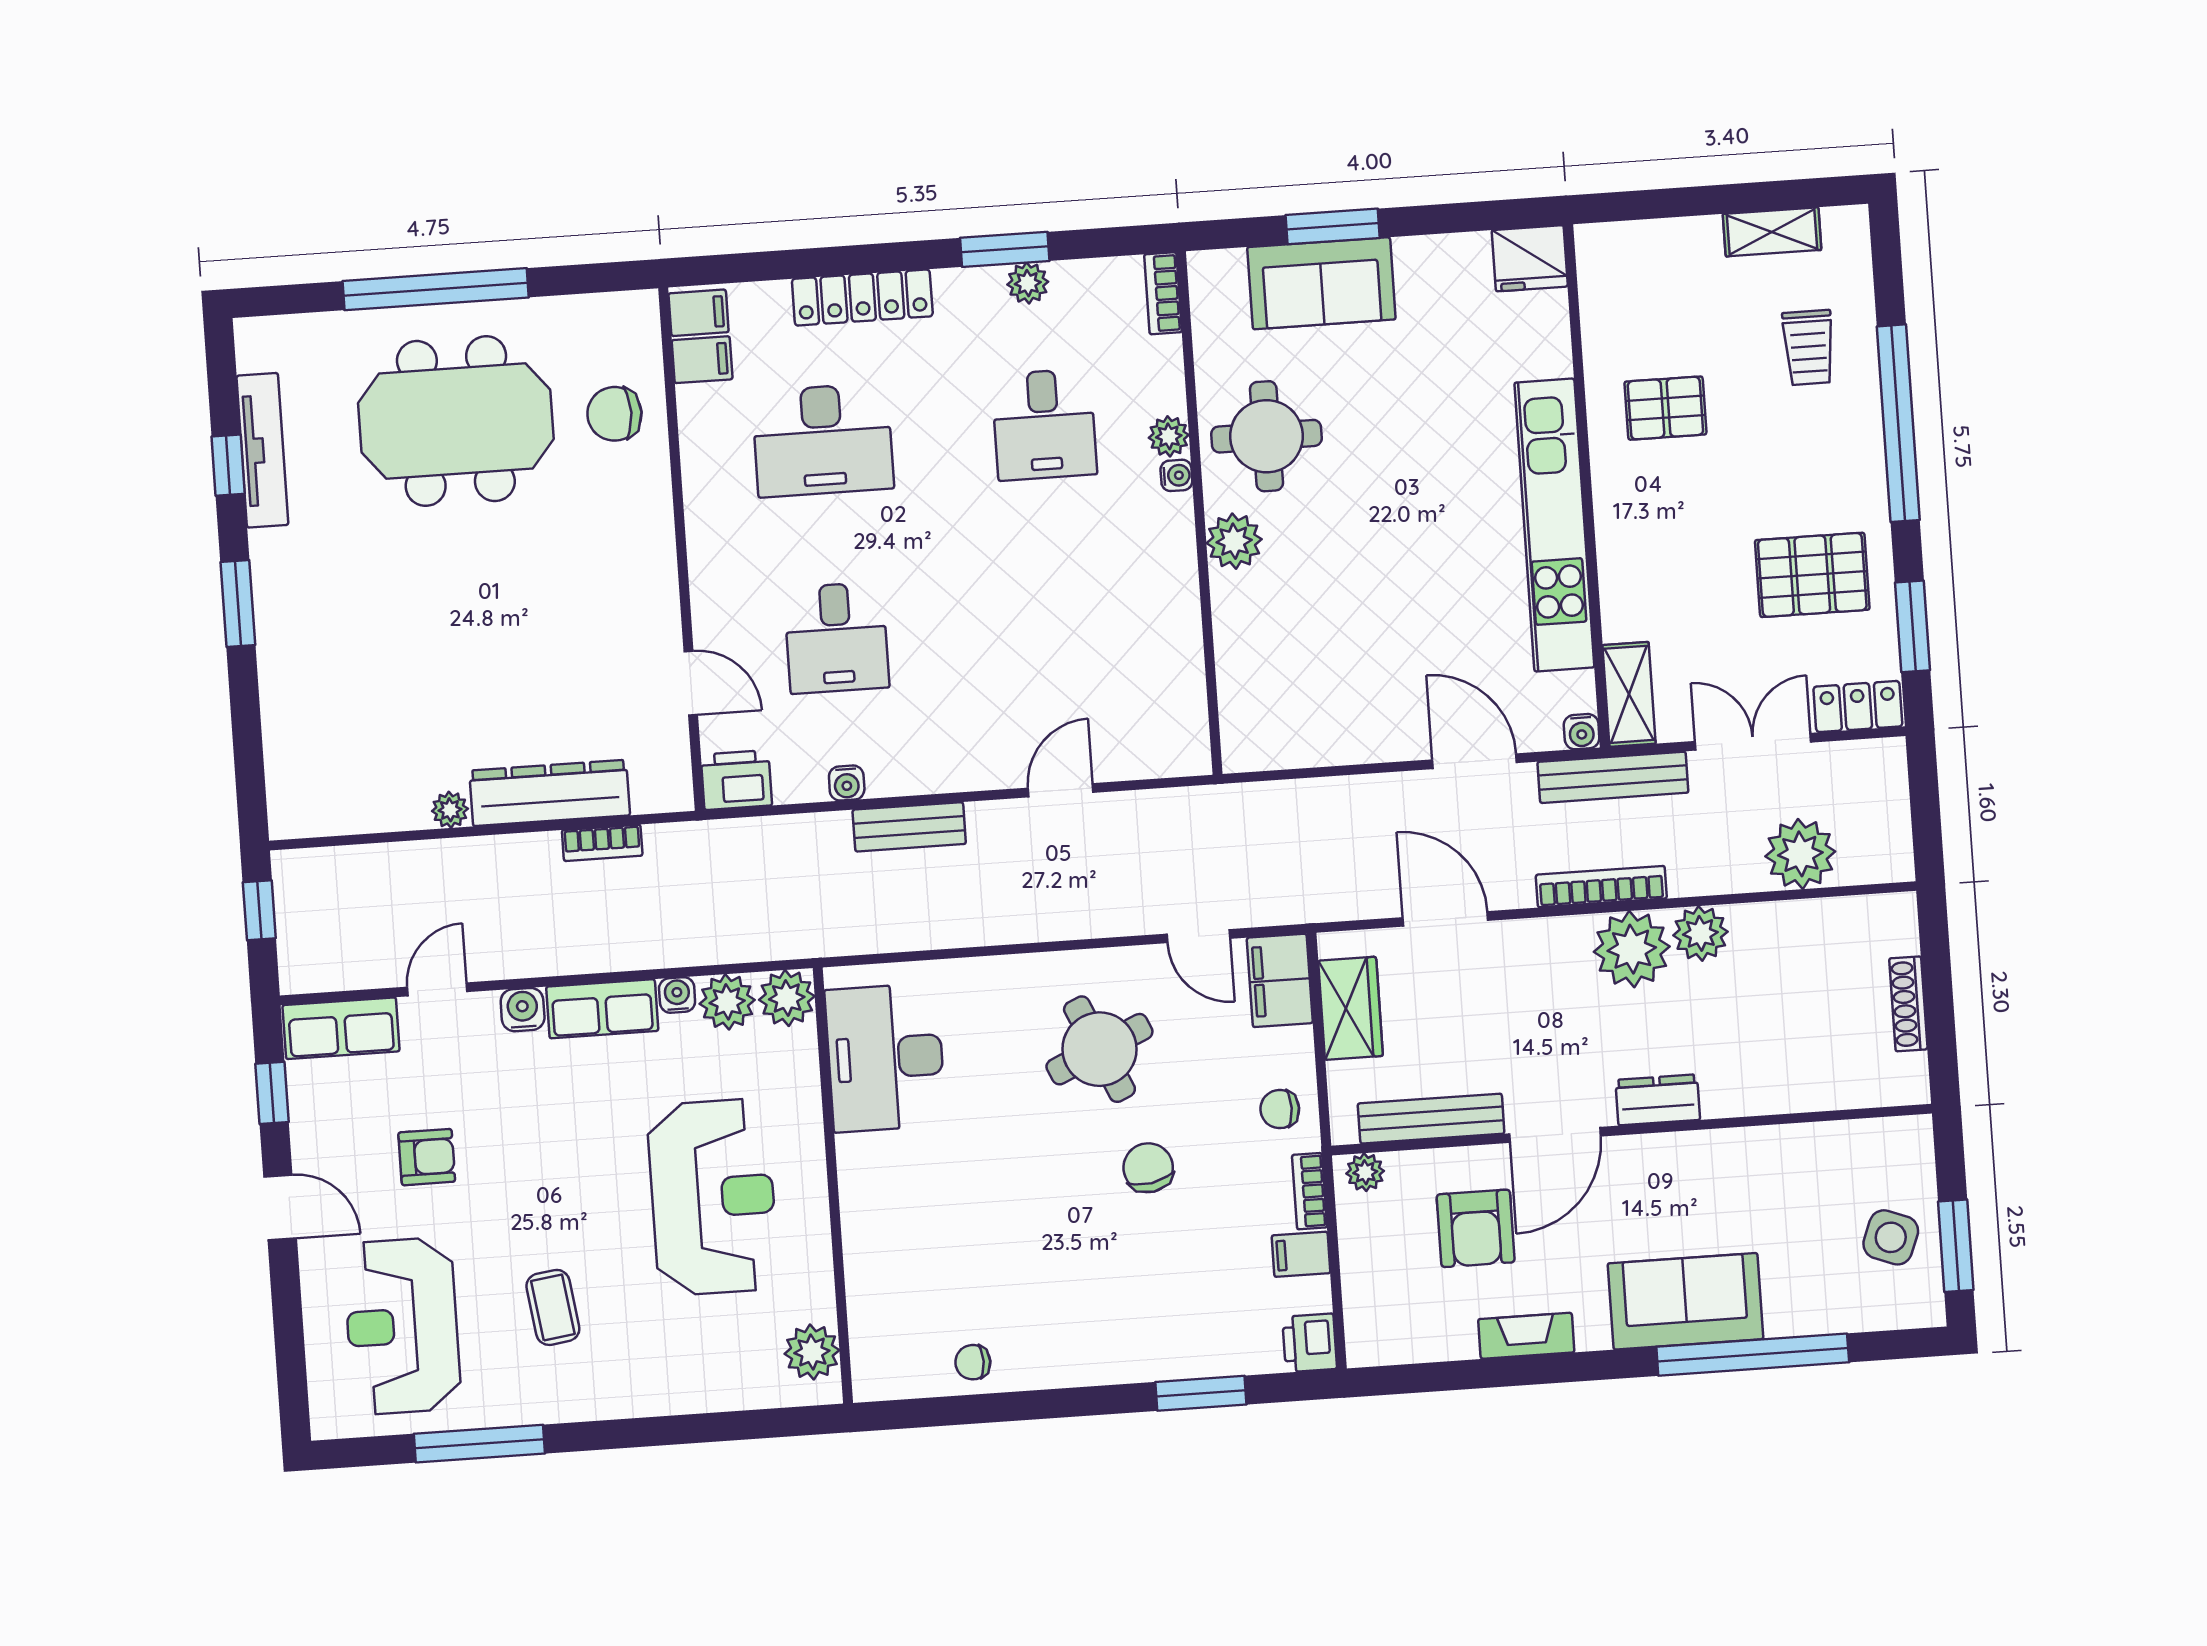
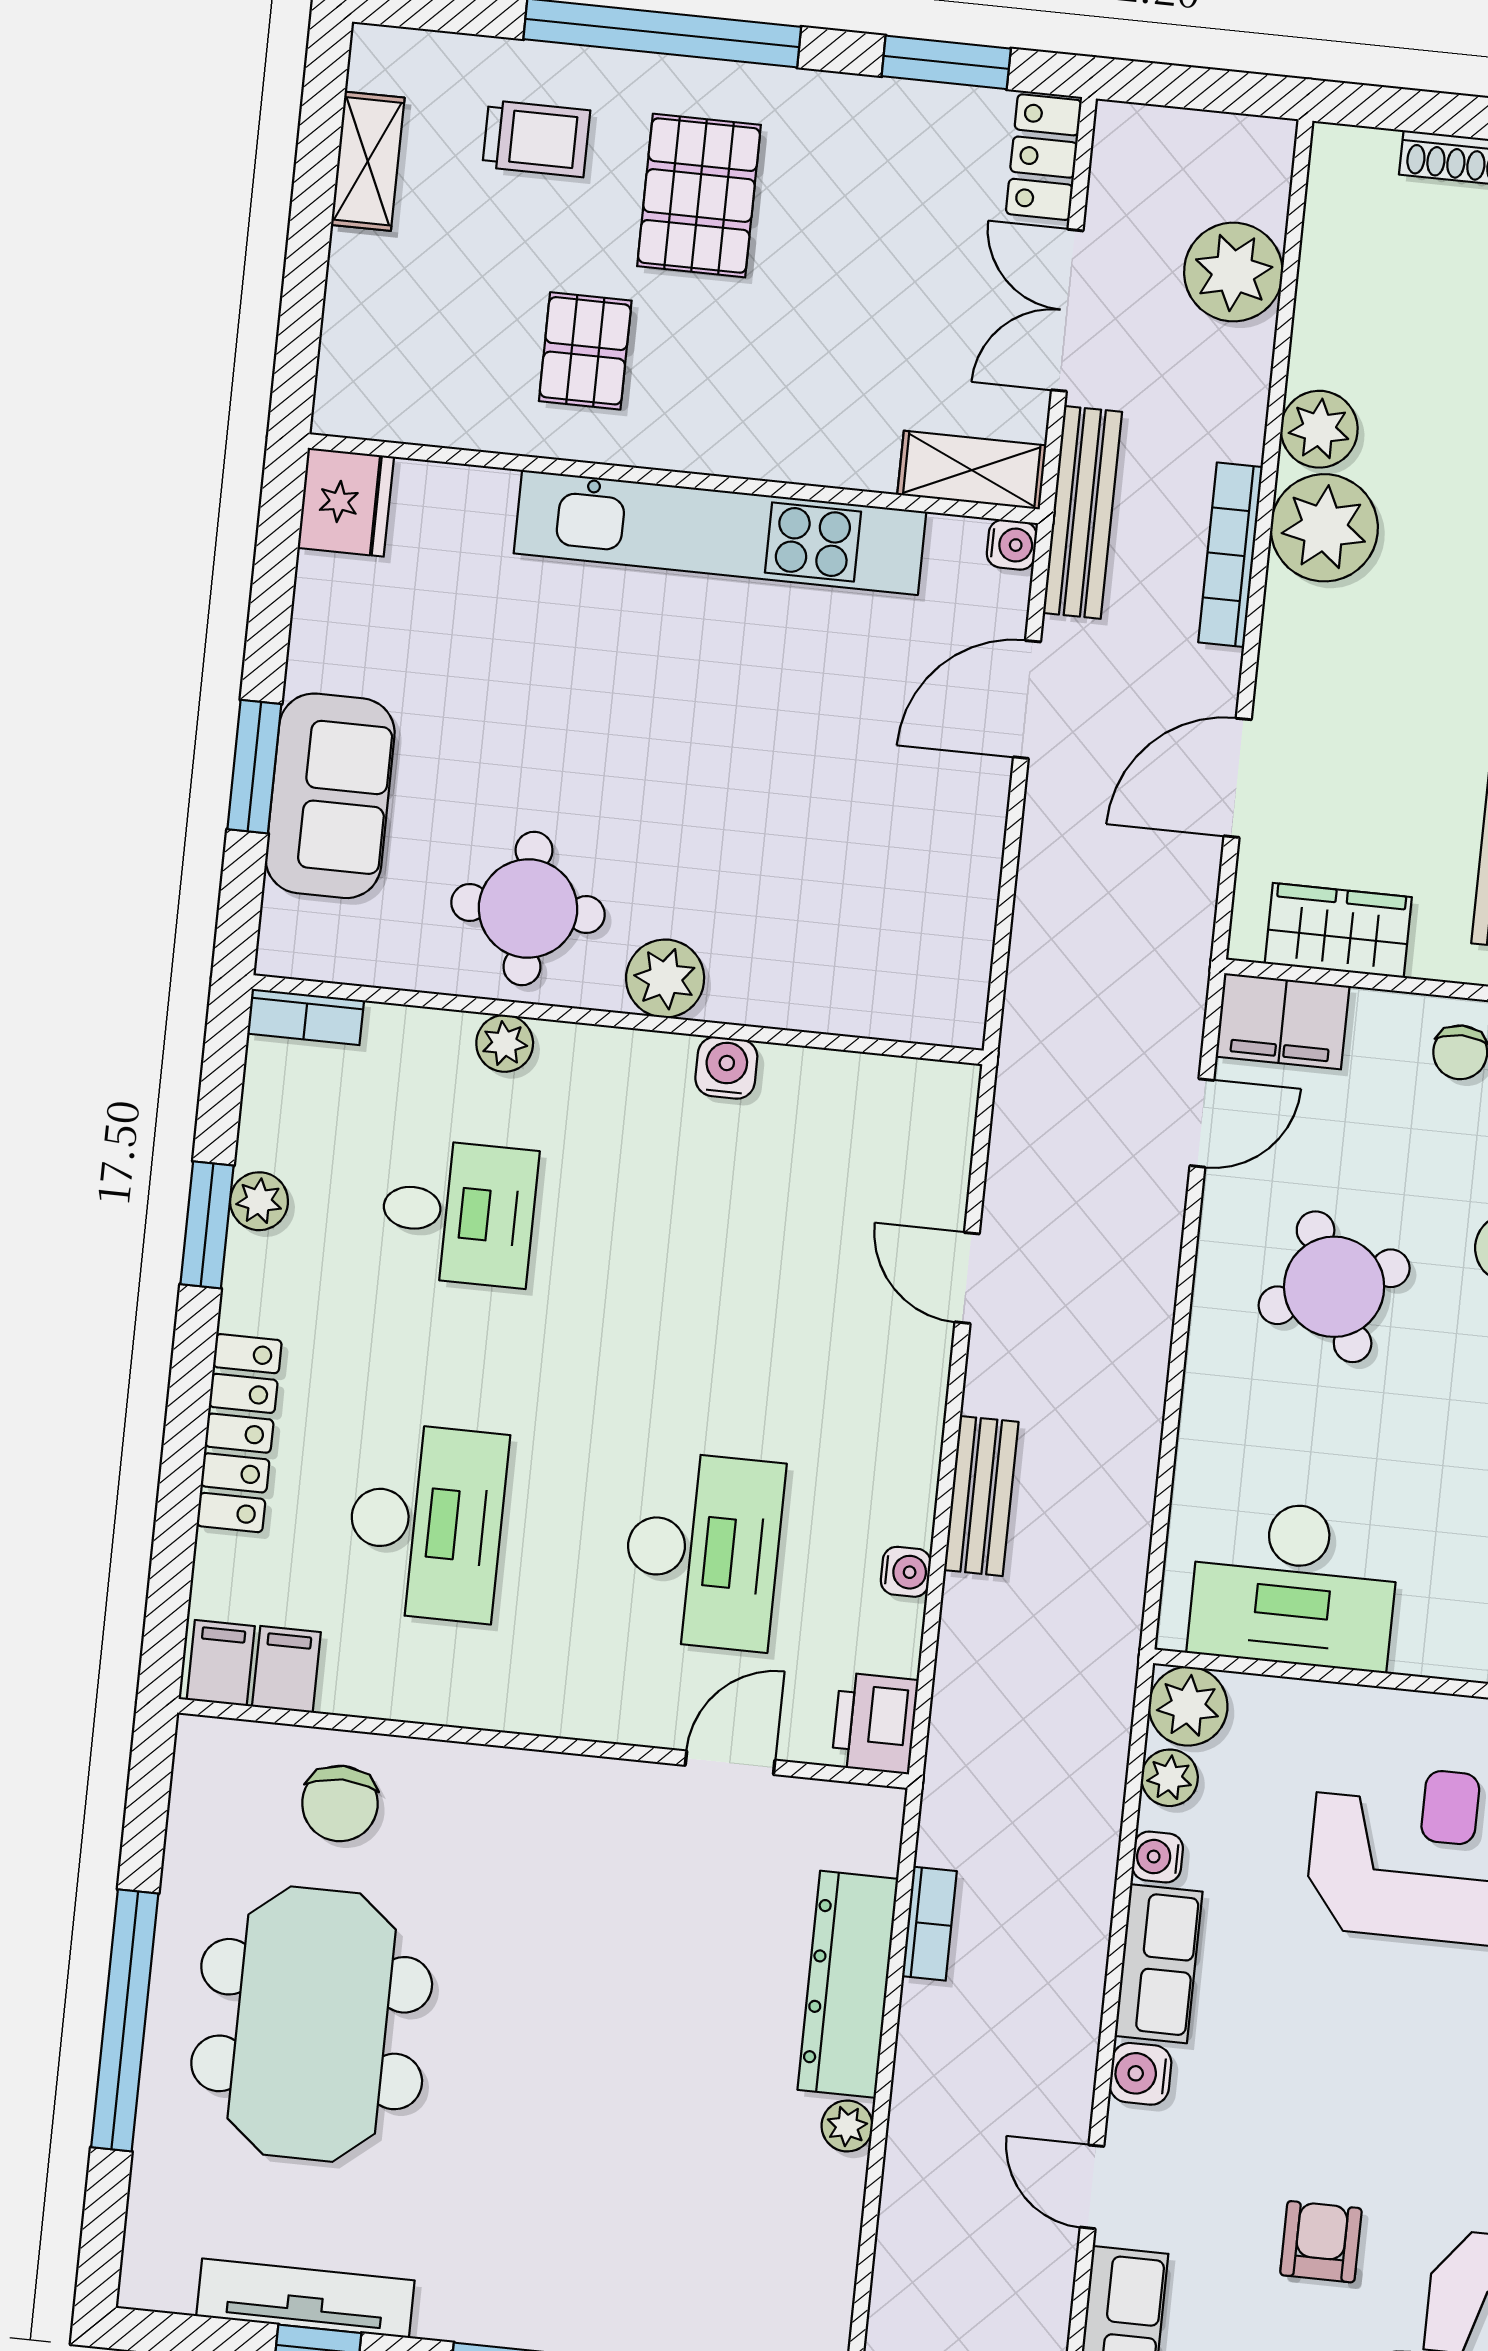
water cooler: (1176, 475) -> (726, 1068), moved, width x1.38, depth x1.38
pallet: (1812, 575) -> (699, 196), moved
desk: (837, 638) -> (703, 1551), width x1.37
plant: (727, 1002) -> (1170, 1778), width x0.73, depth x0.73

